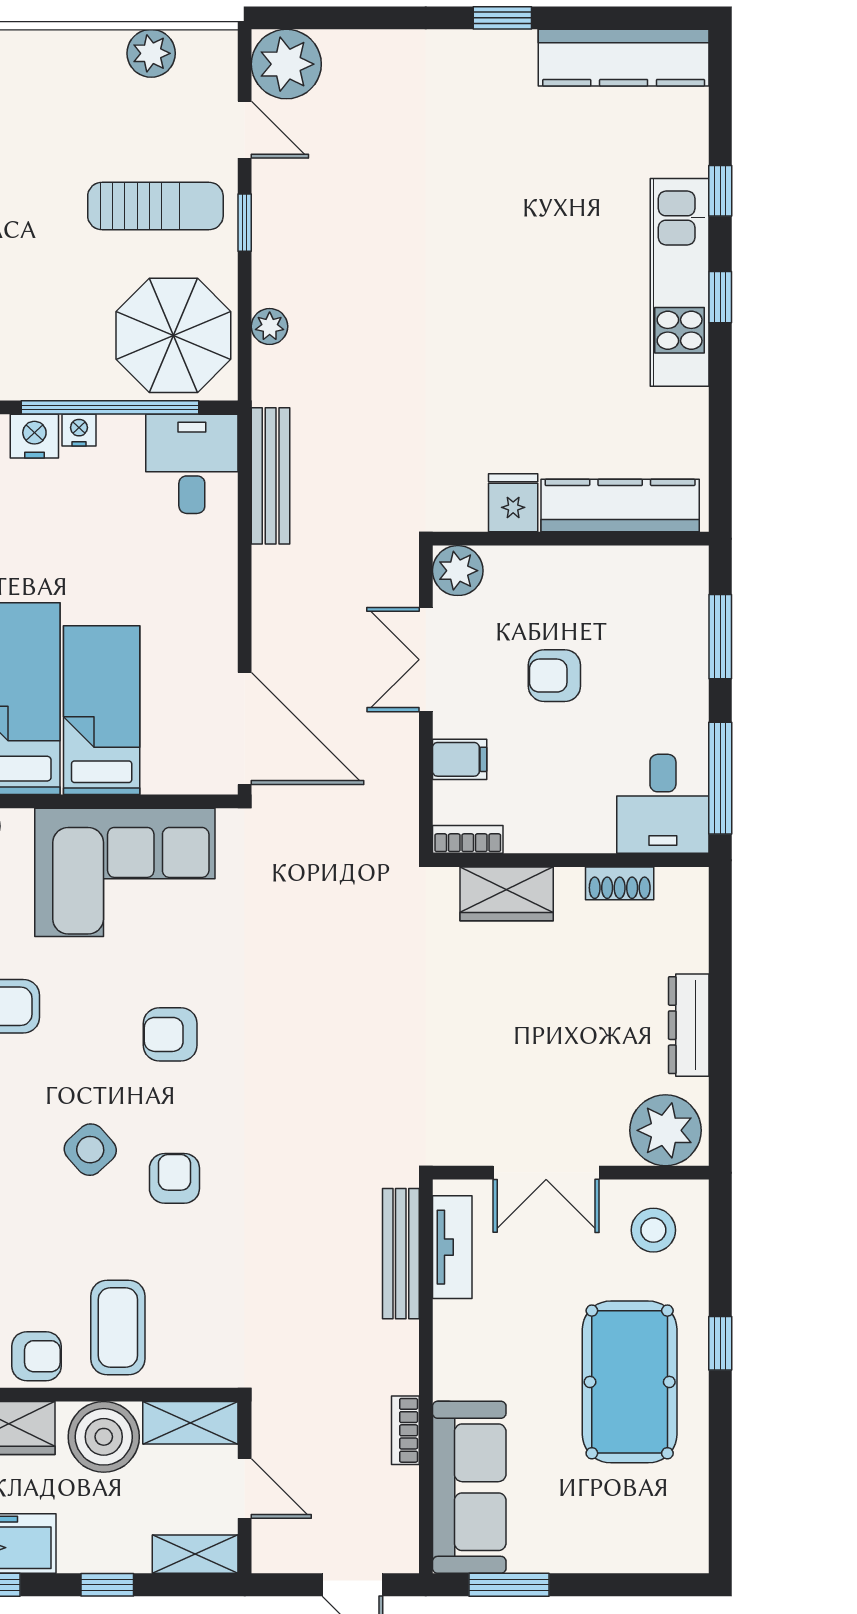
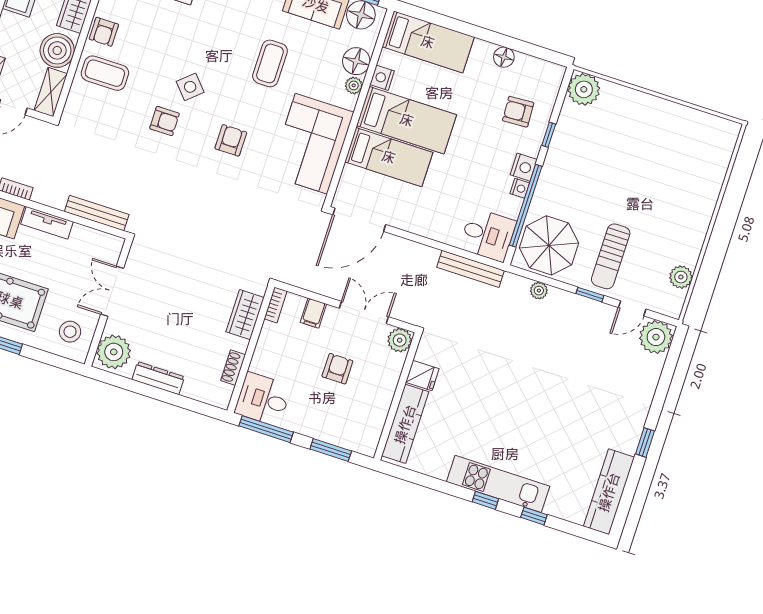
tv unit: (452, 1247) -> (47, 223), moved

